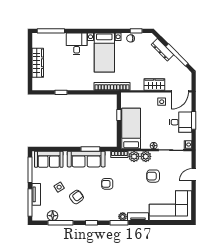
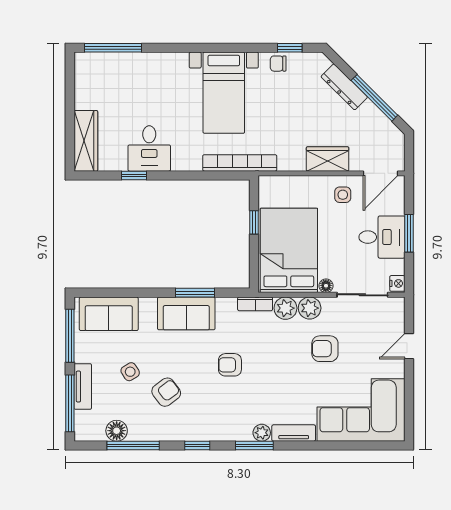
desk: (77, 44) -> (149, 148), moved, turned 180
wardrobe: (38, 63) -> (86, 141), moved
bed: (131, 129) -> (289, 250), width x1.50
sofa: (86, 159) -> (186, 313), width x0.73

